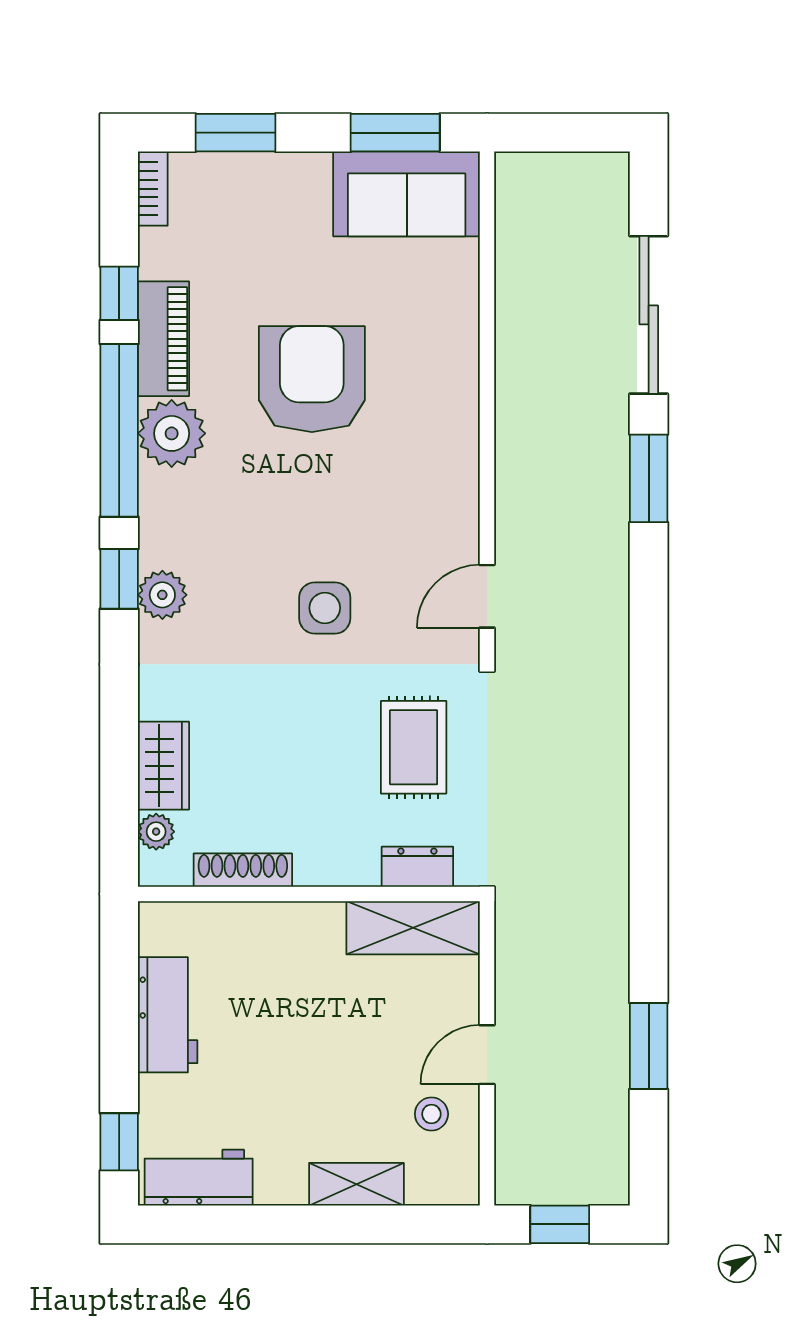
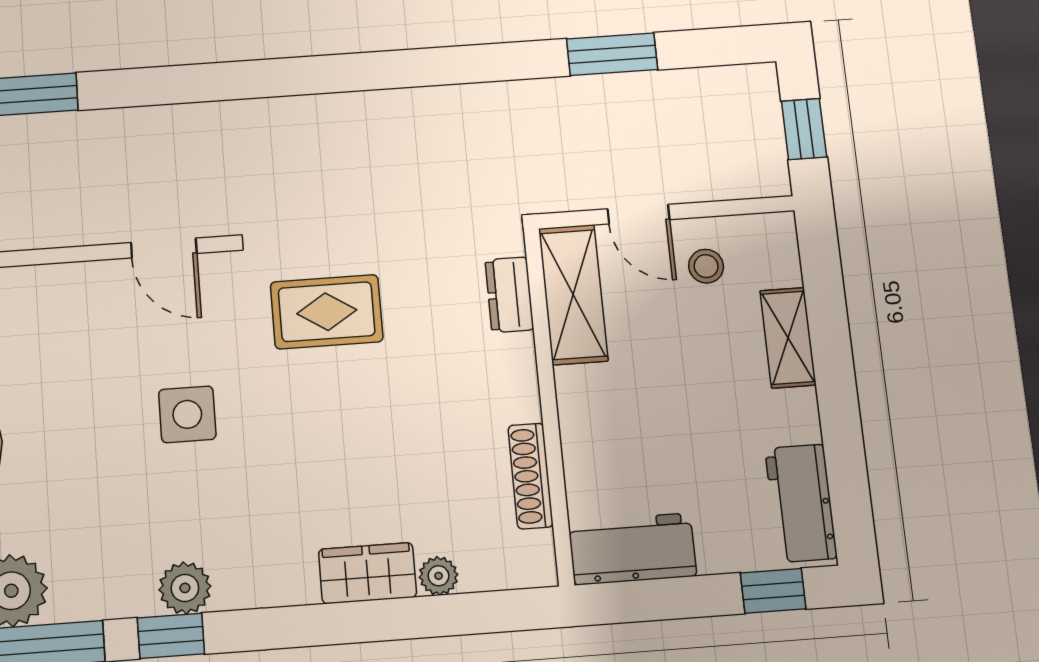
dresser: (417, 867) -> (509, 295), moved
shoe rack: (243, 870) -> (531, 476), moved
wall: (309, 894) -> (549, 405), moved
shelving: (413, 928) -> (573, 294), moved

